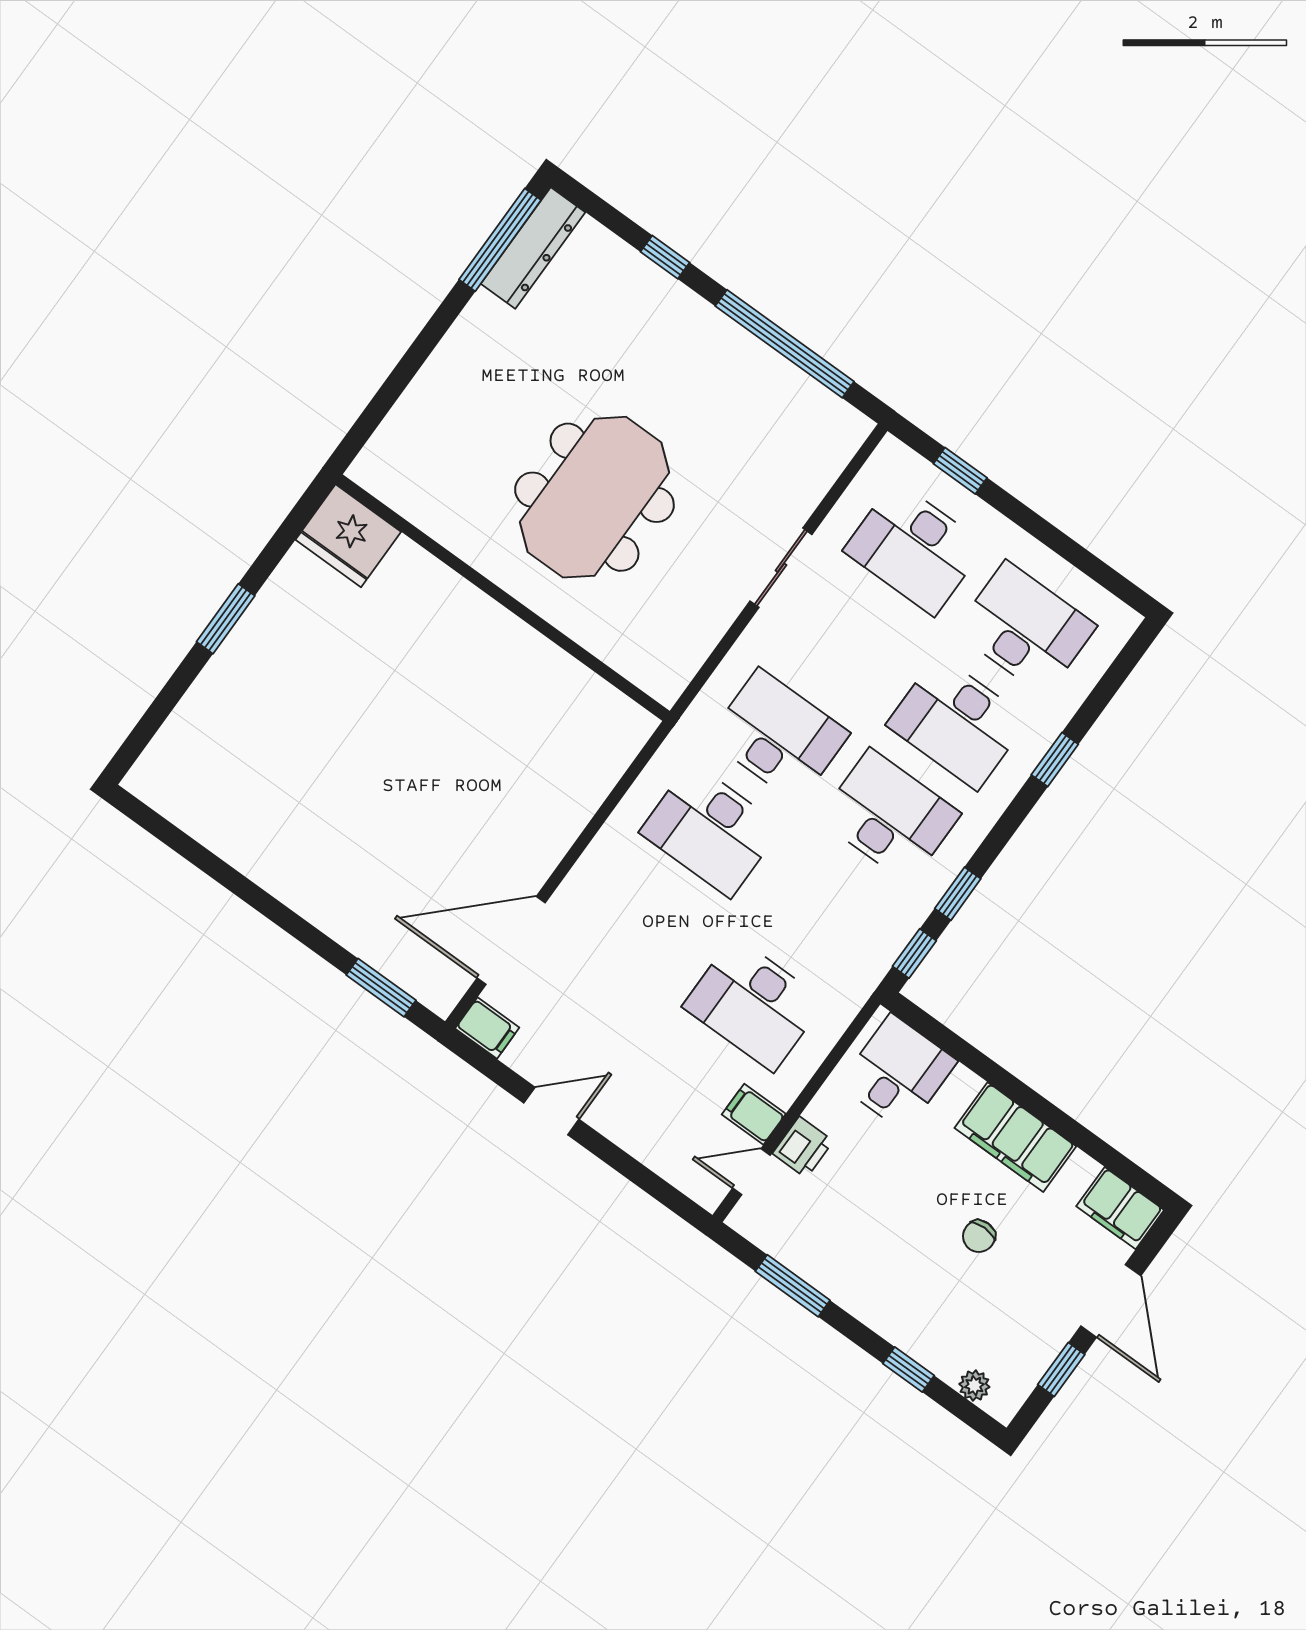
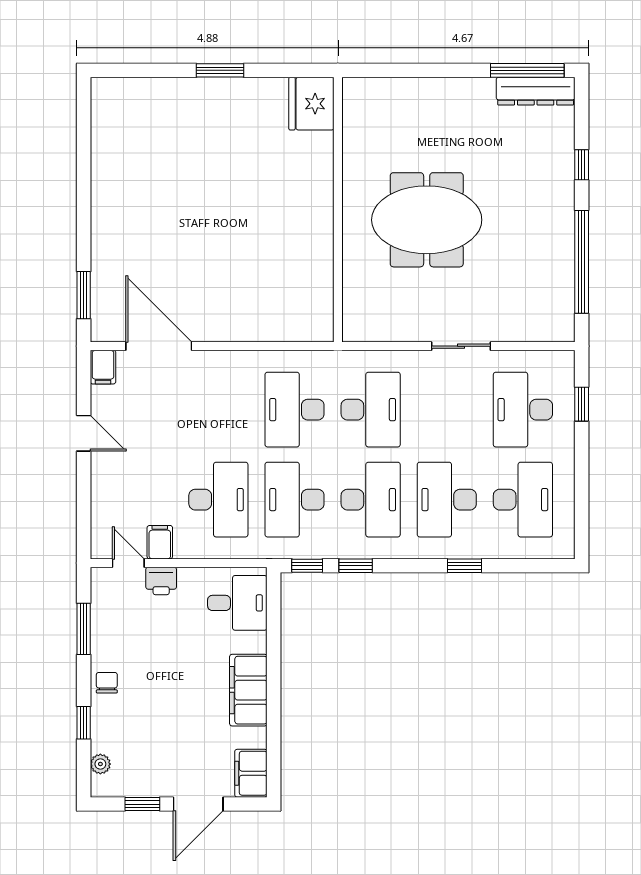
desk: (822, 910) -> (295, 500), added
desk: (754, 1004) -> (218, 500), turned 180
chair: (979, 1236) -> (107, 683), moved, turned 90

